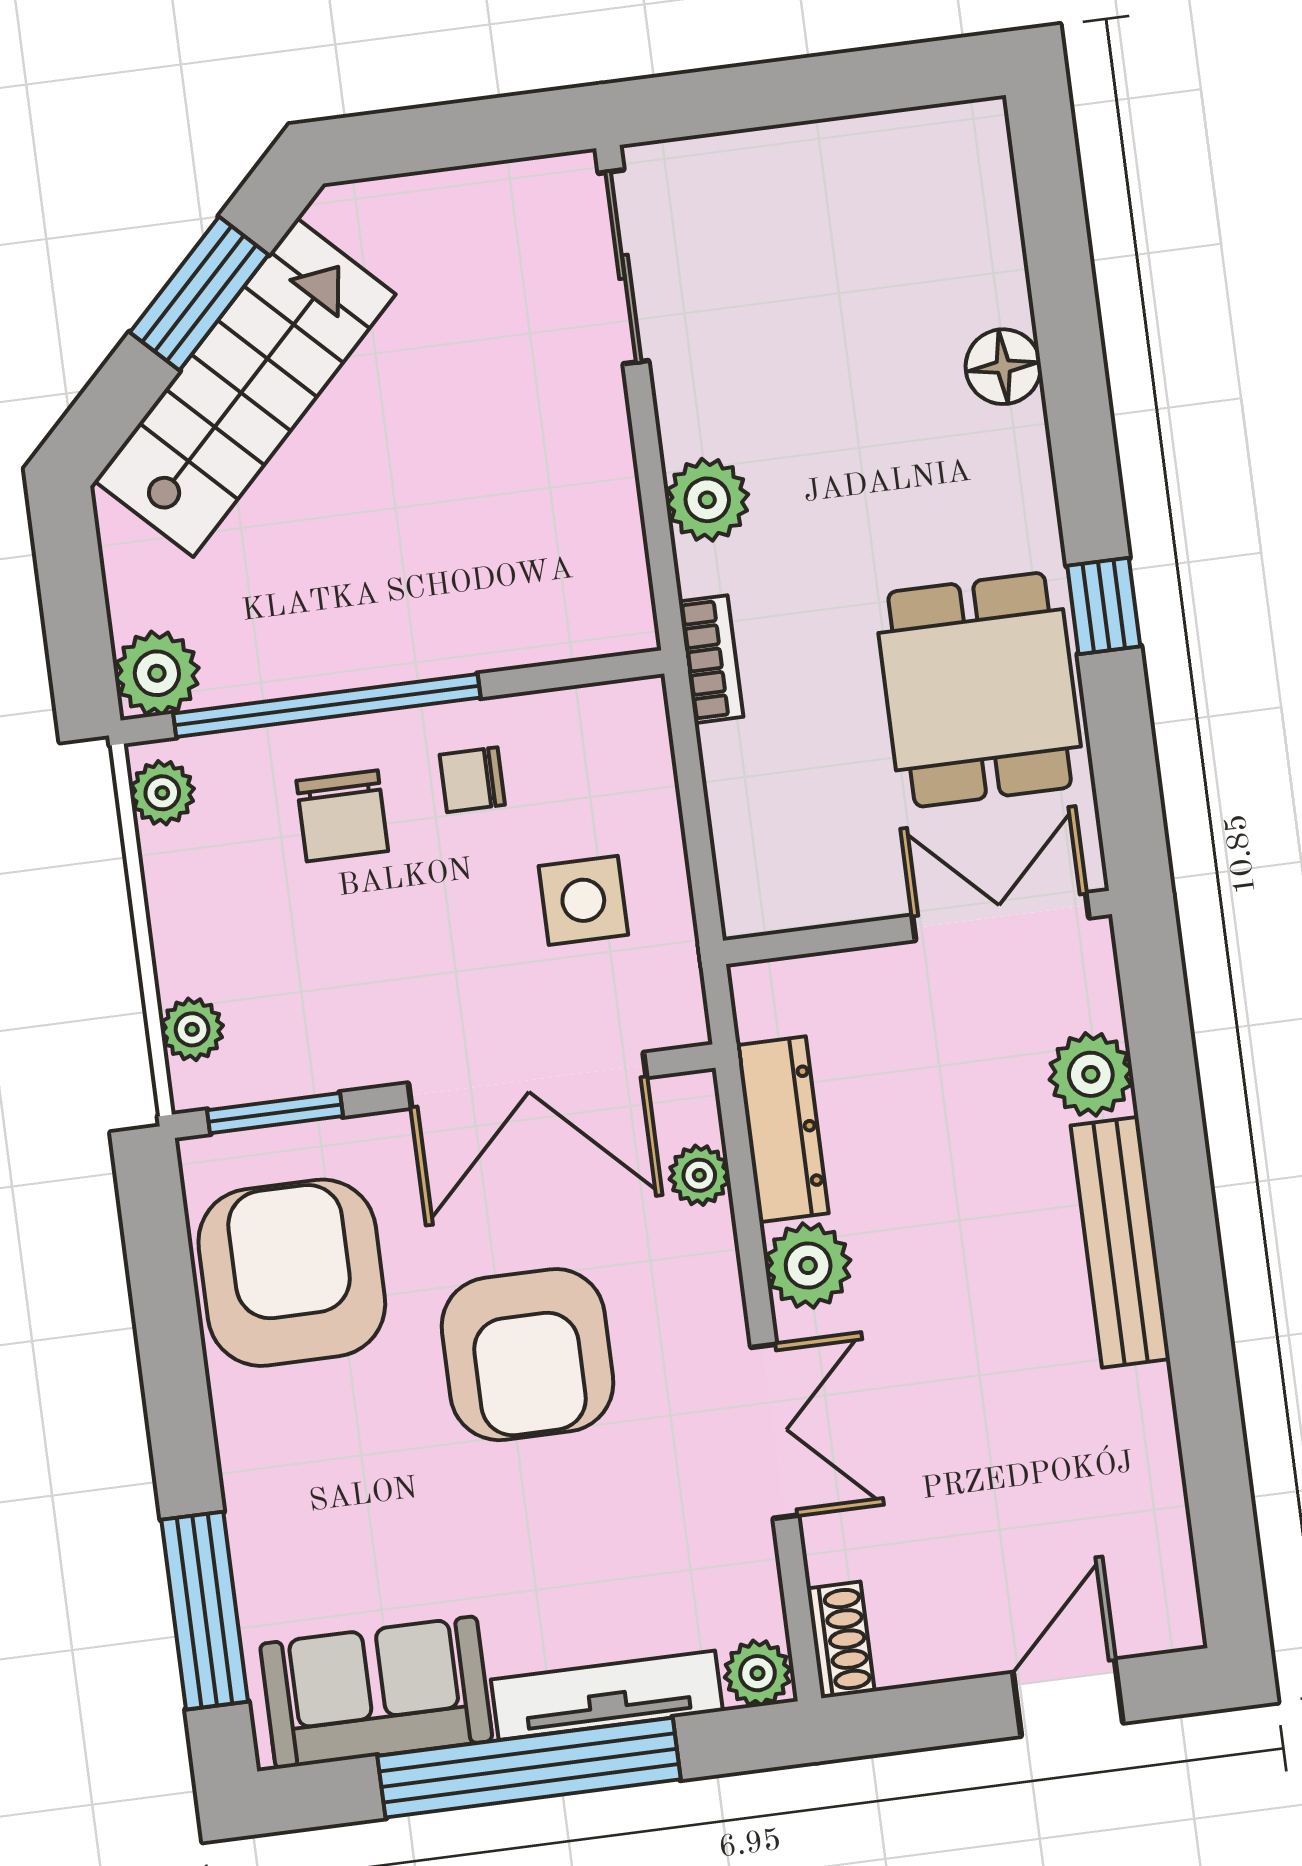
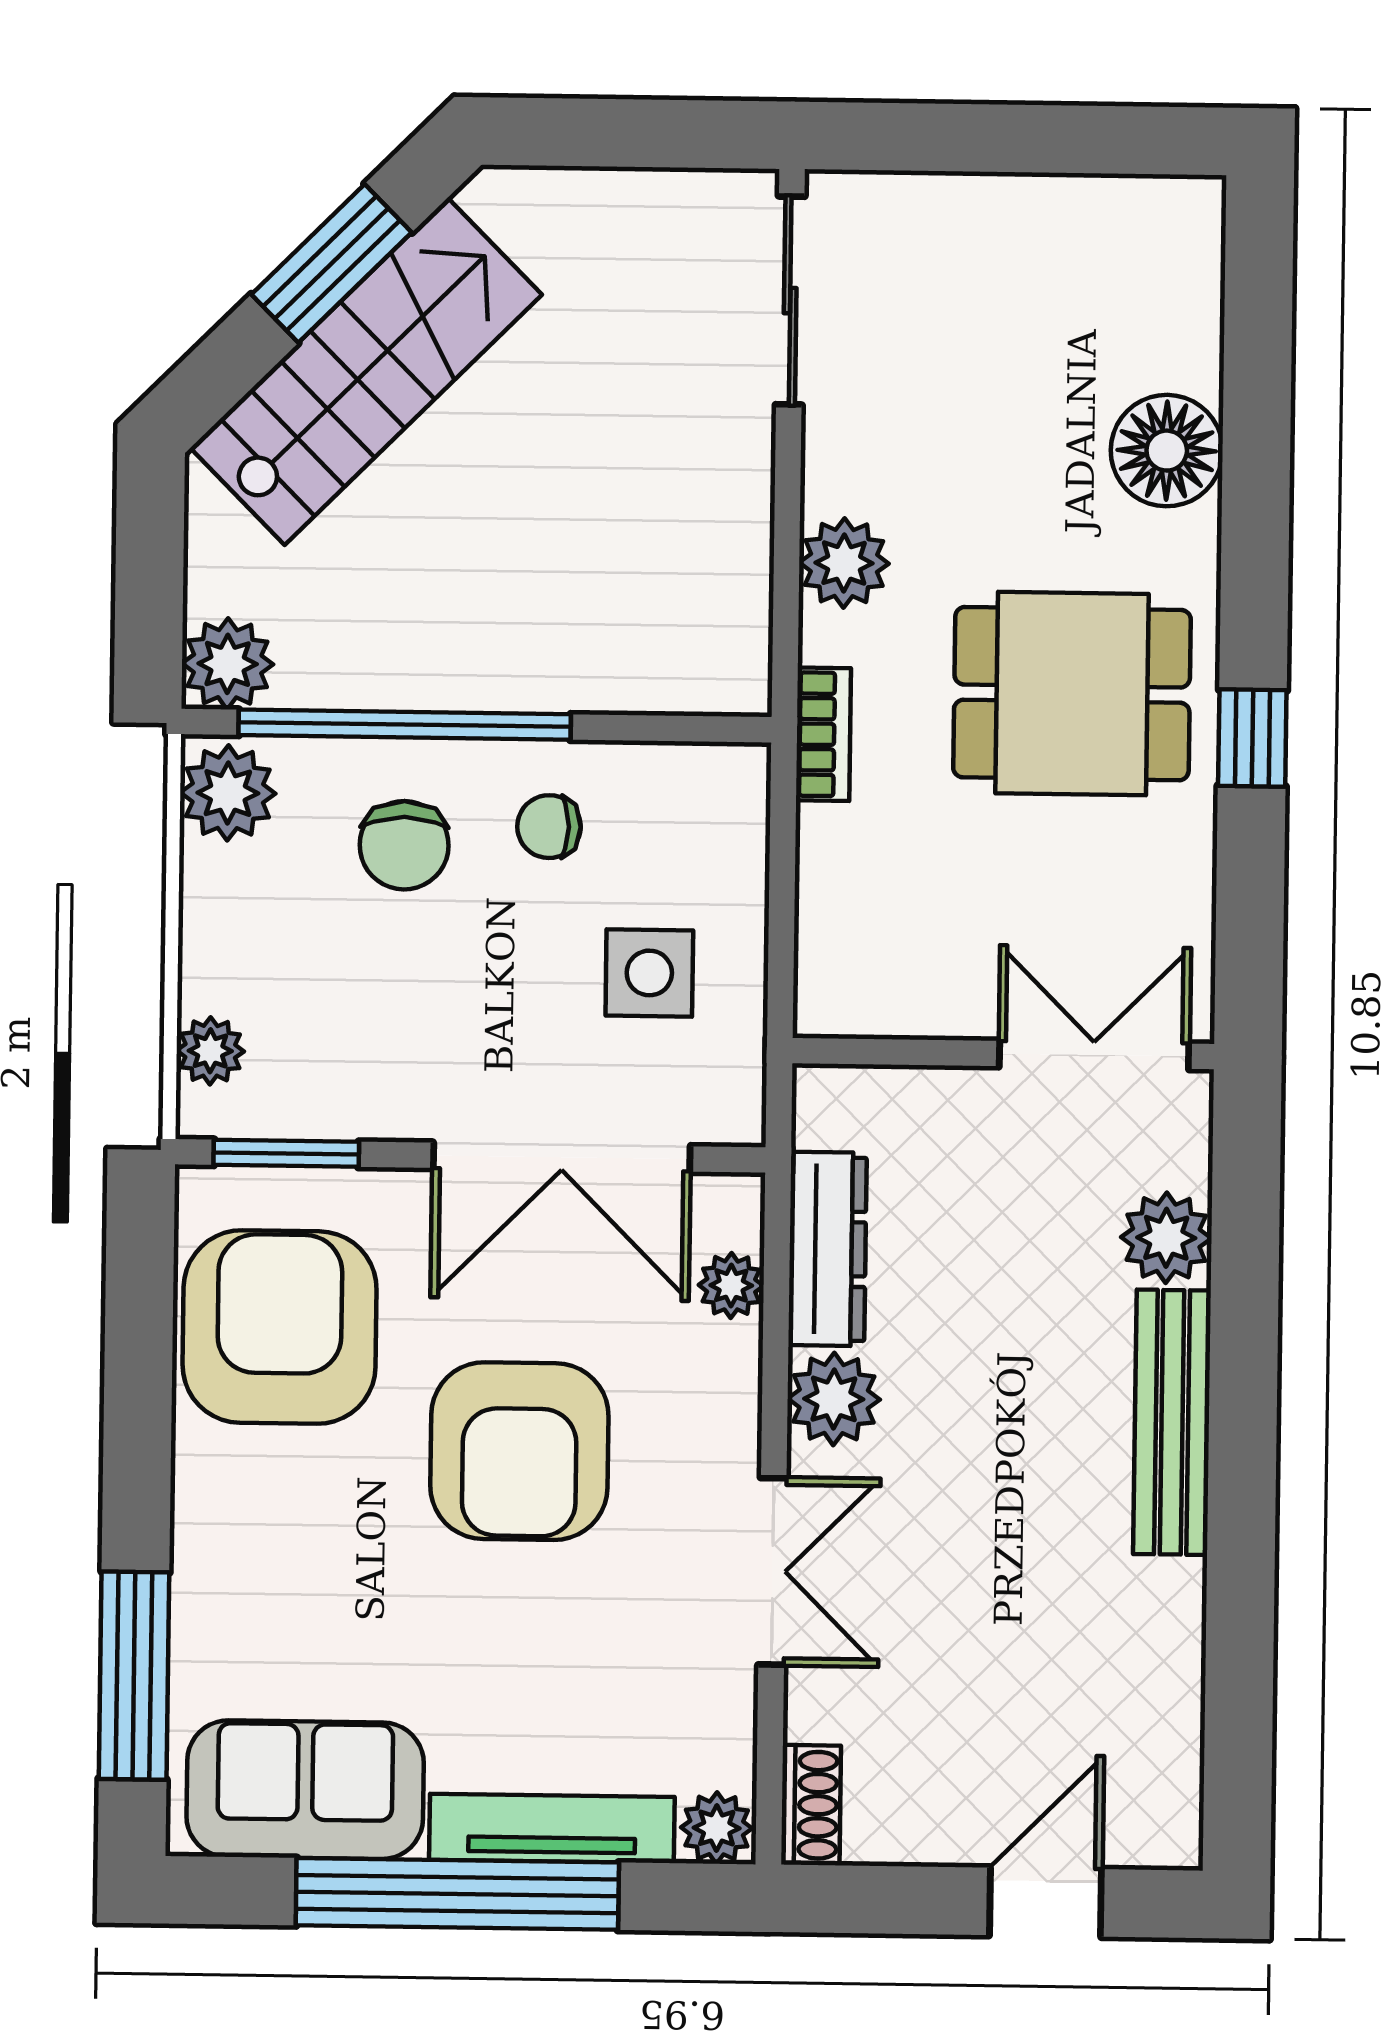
floor lamp: (1003, 367) -> (1167, 451), width x1.38, depth x1.38
dining table: (980, 690) -> (1072, 694), moved, turned 90
plant: (162, 793) -> (228, 793), width x1.38, depth x1.38

